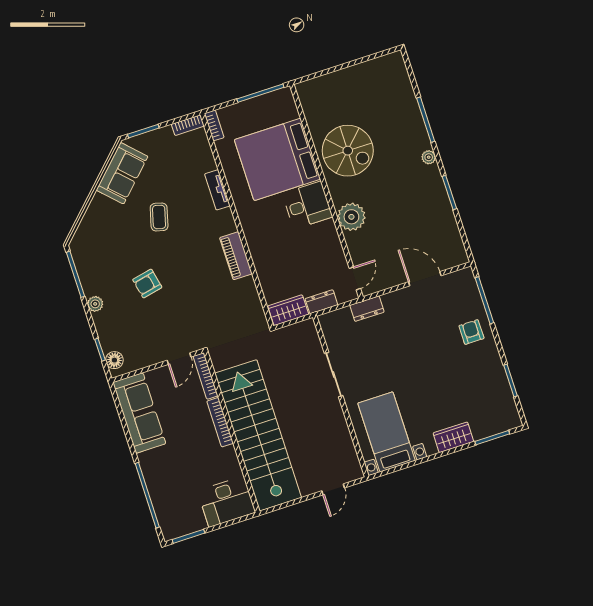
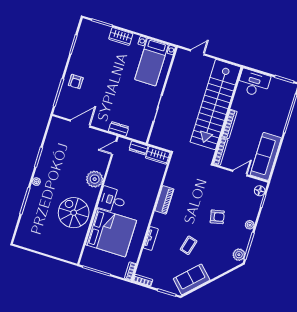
plant: (81, 253) -> (239, 255), added
door: (425, 279) -> (80, 124), swing flipped
door: (179, 359) -> (240, 173), moved

